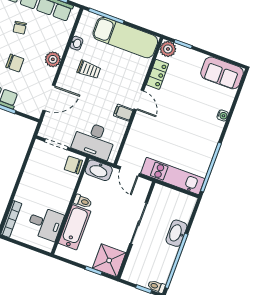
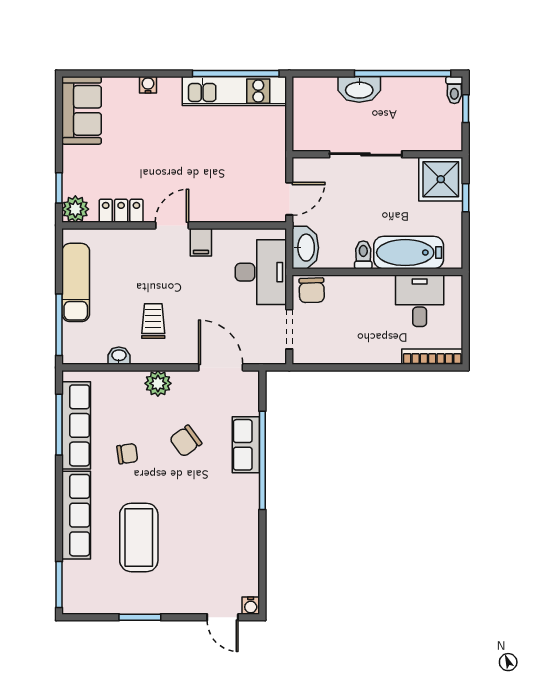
exam couch: (125, 38) -> (76, 282), width x0.73, depth x0.69
chair: (15, 63) -> (186, 441), turned -126
kitchen unit: (173, 176) -> (234, 91), moved, turned -90

